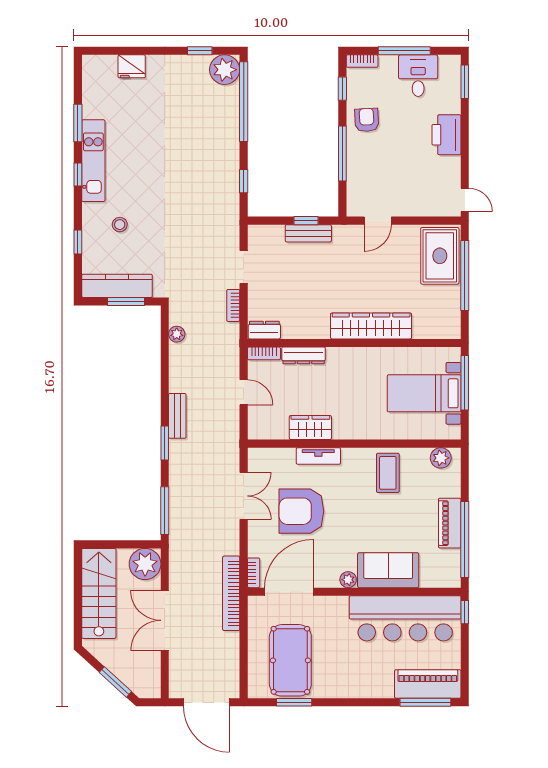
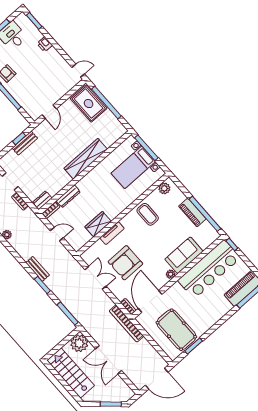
printer: (446, 135) -> (45, 44), width x0.53, depth x0.68

